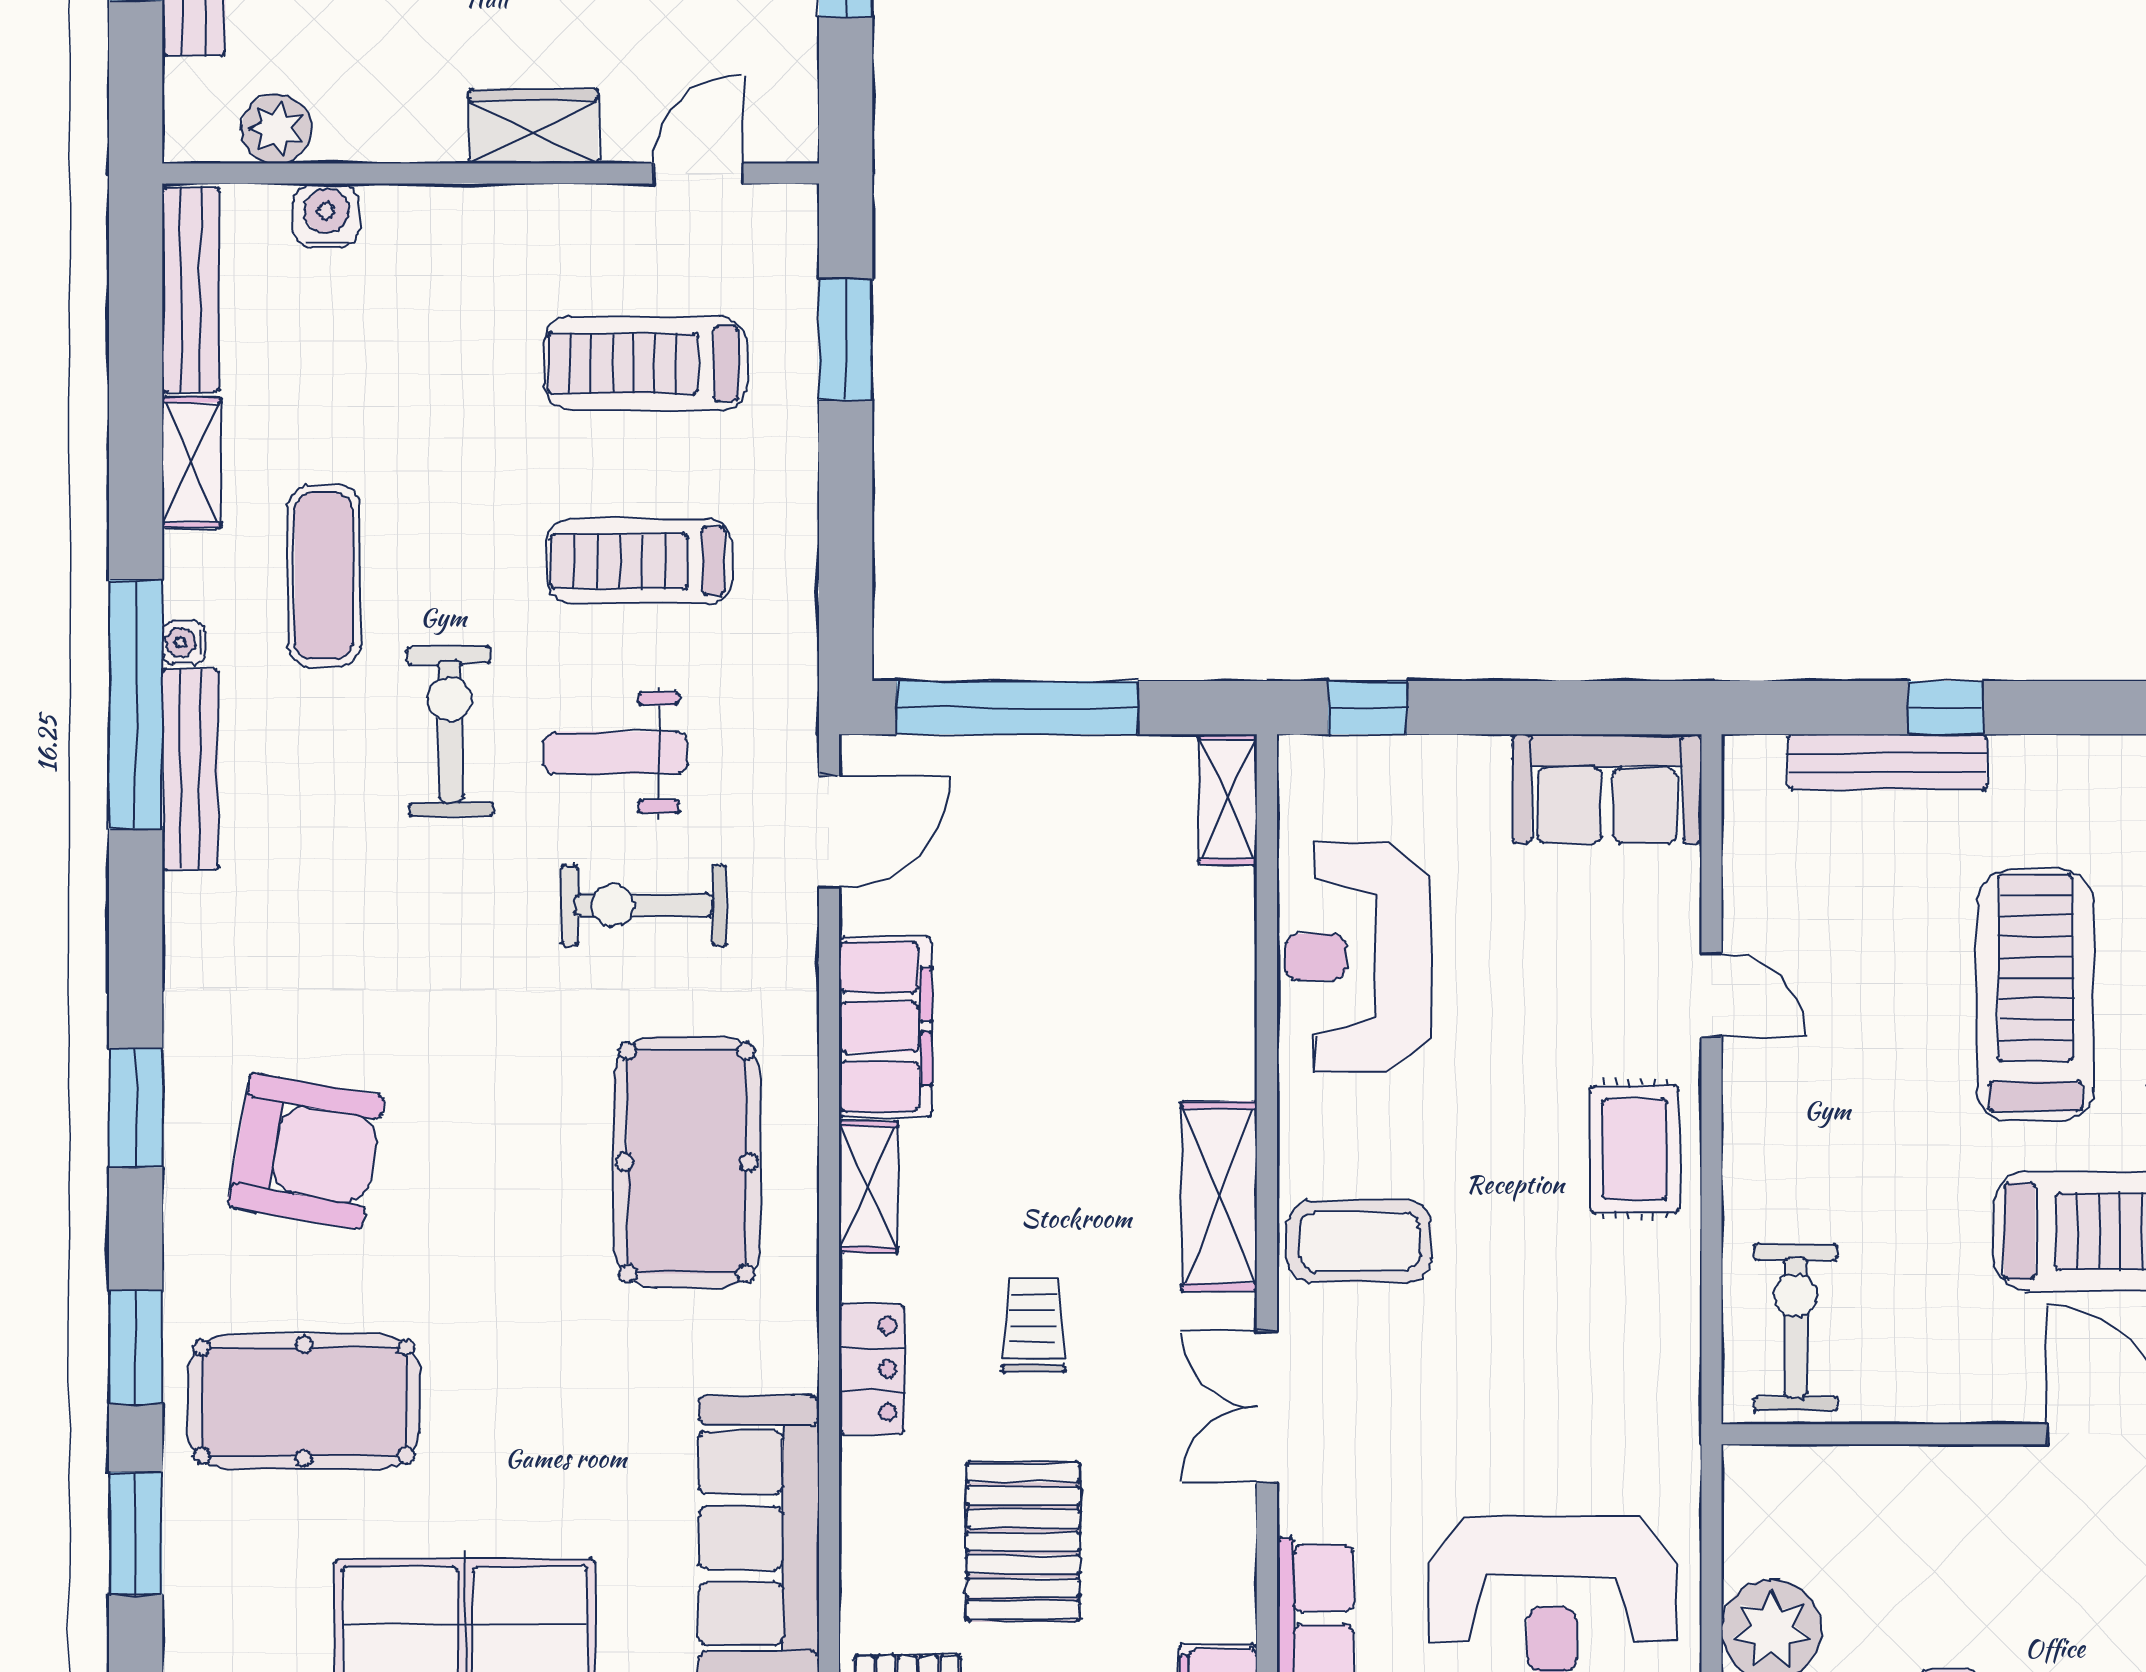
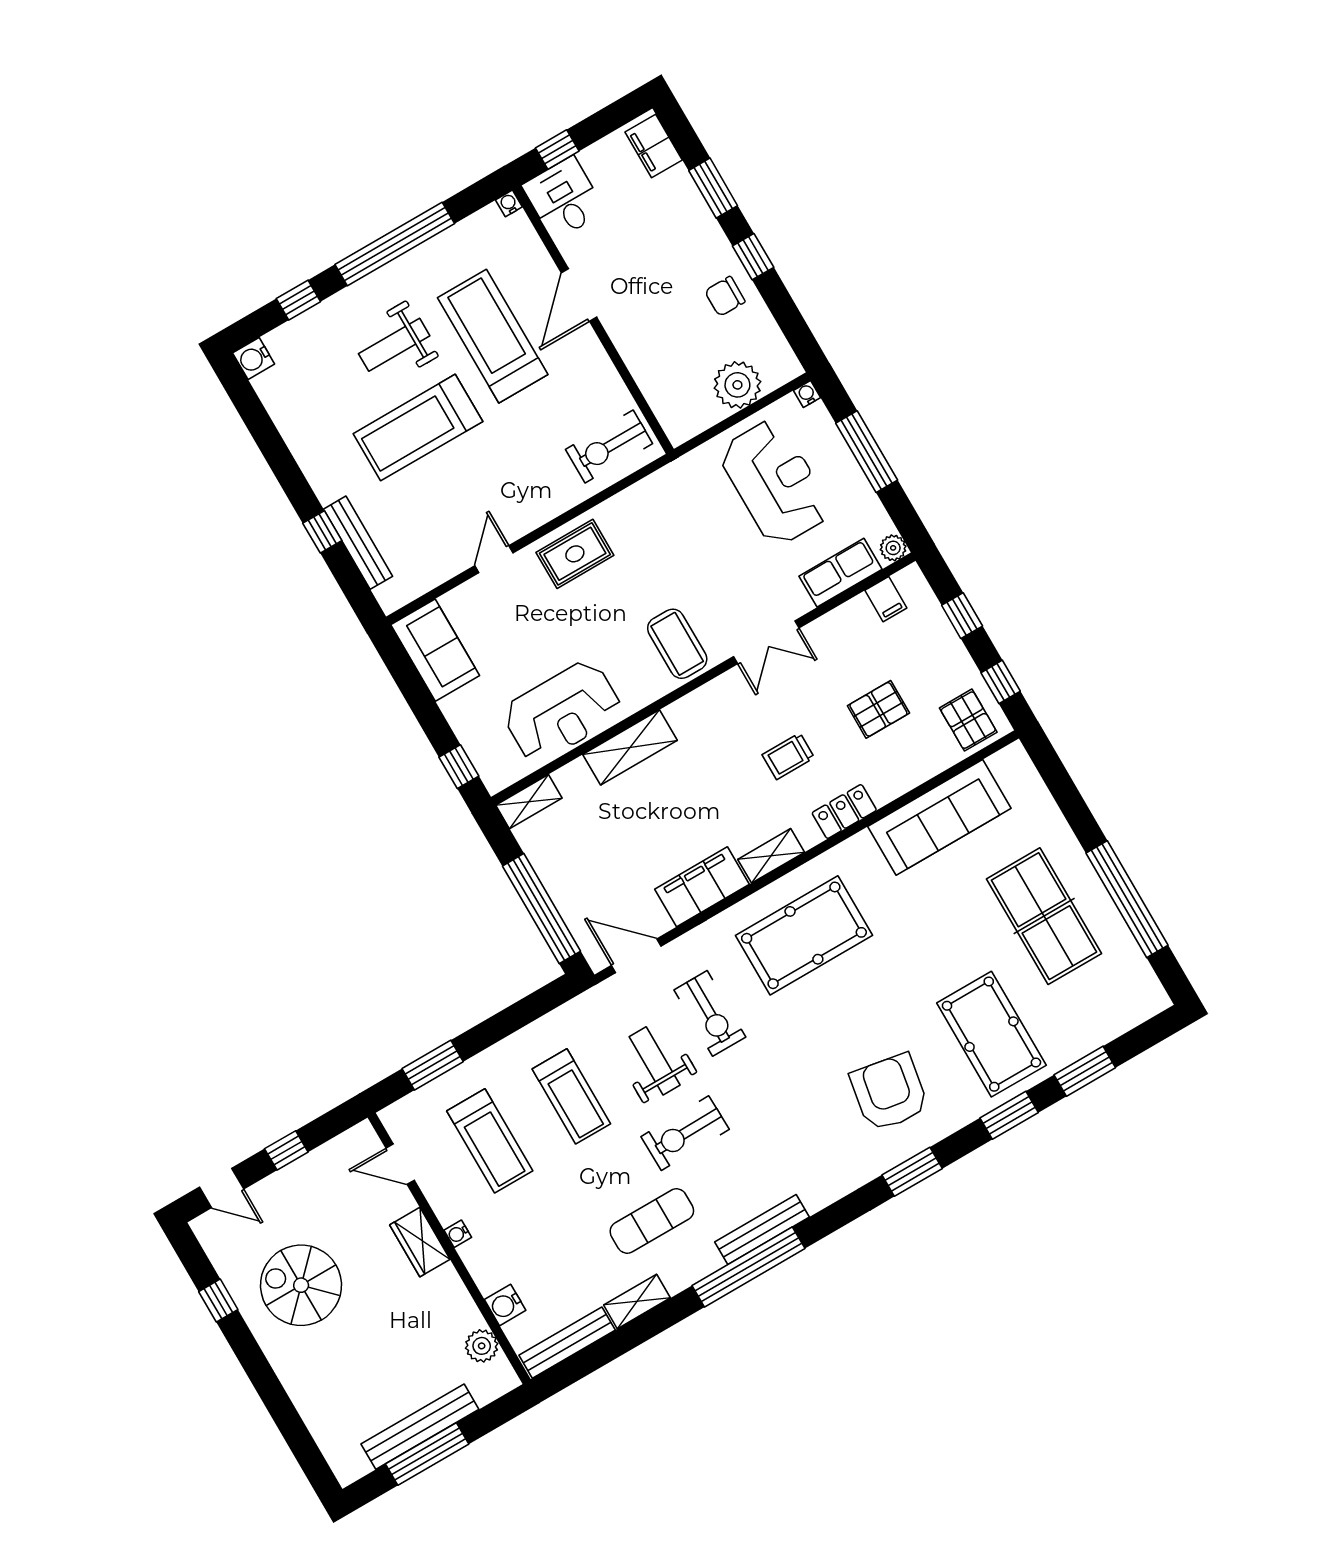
water cooler: (184, 642) -> (458, 1234), moved, turned 90
weight bench: (615, 753) -> (655, 1061), turned 180
shelving: (1219, 1196) -> (630, 747), moved
pallet: (1023, 1542) -> (878, 709), width x0.67, depth x0.71

